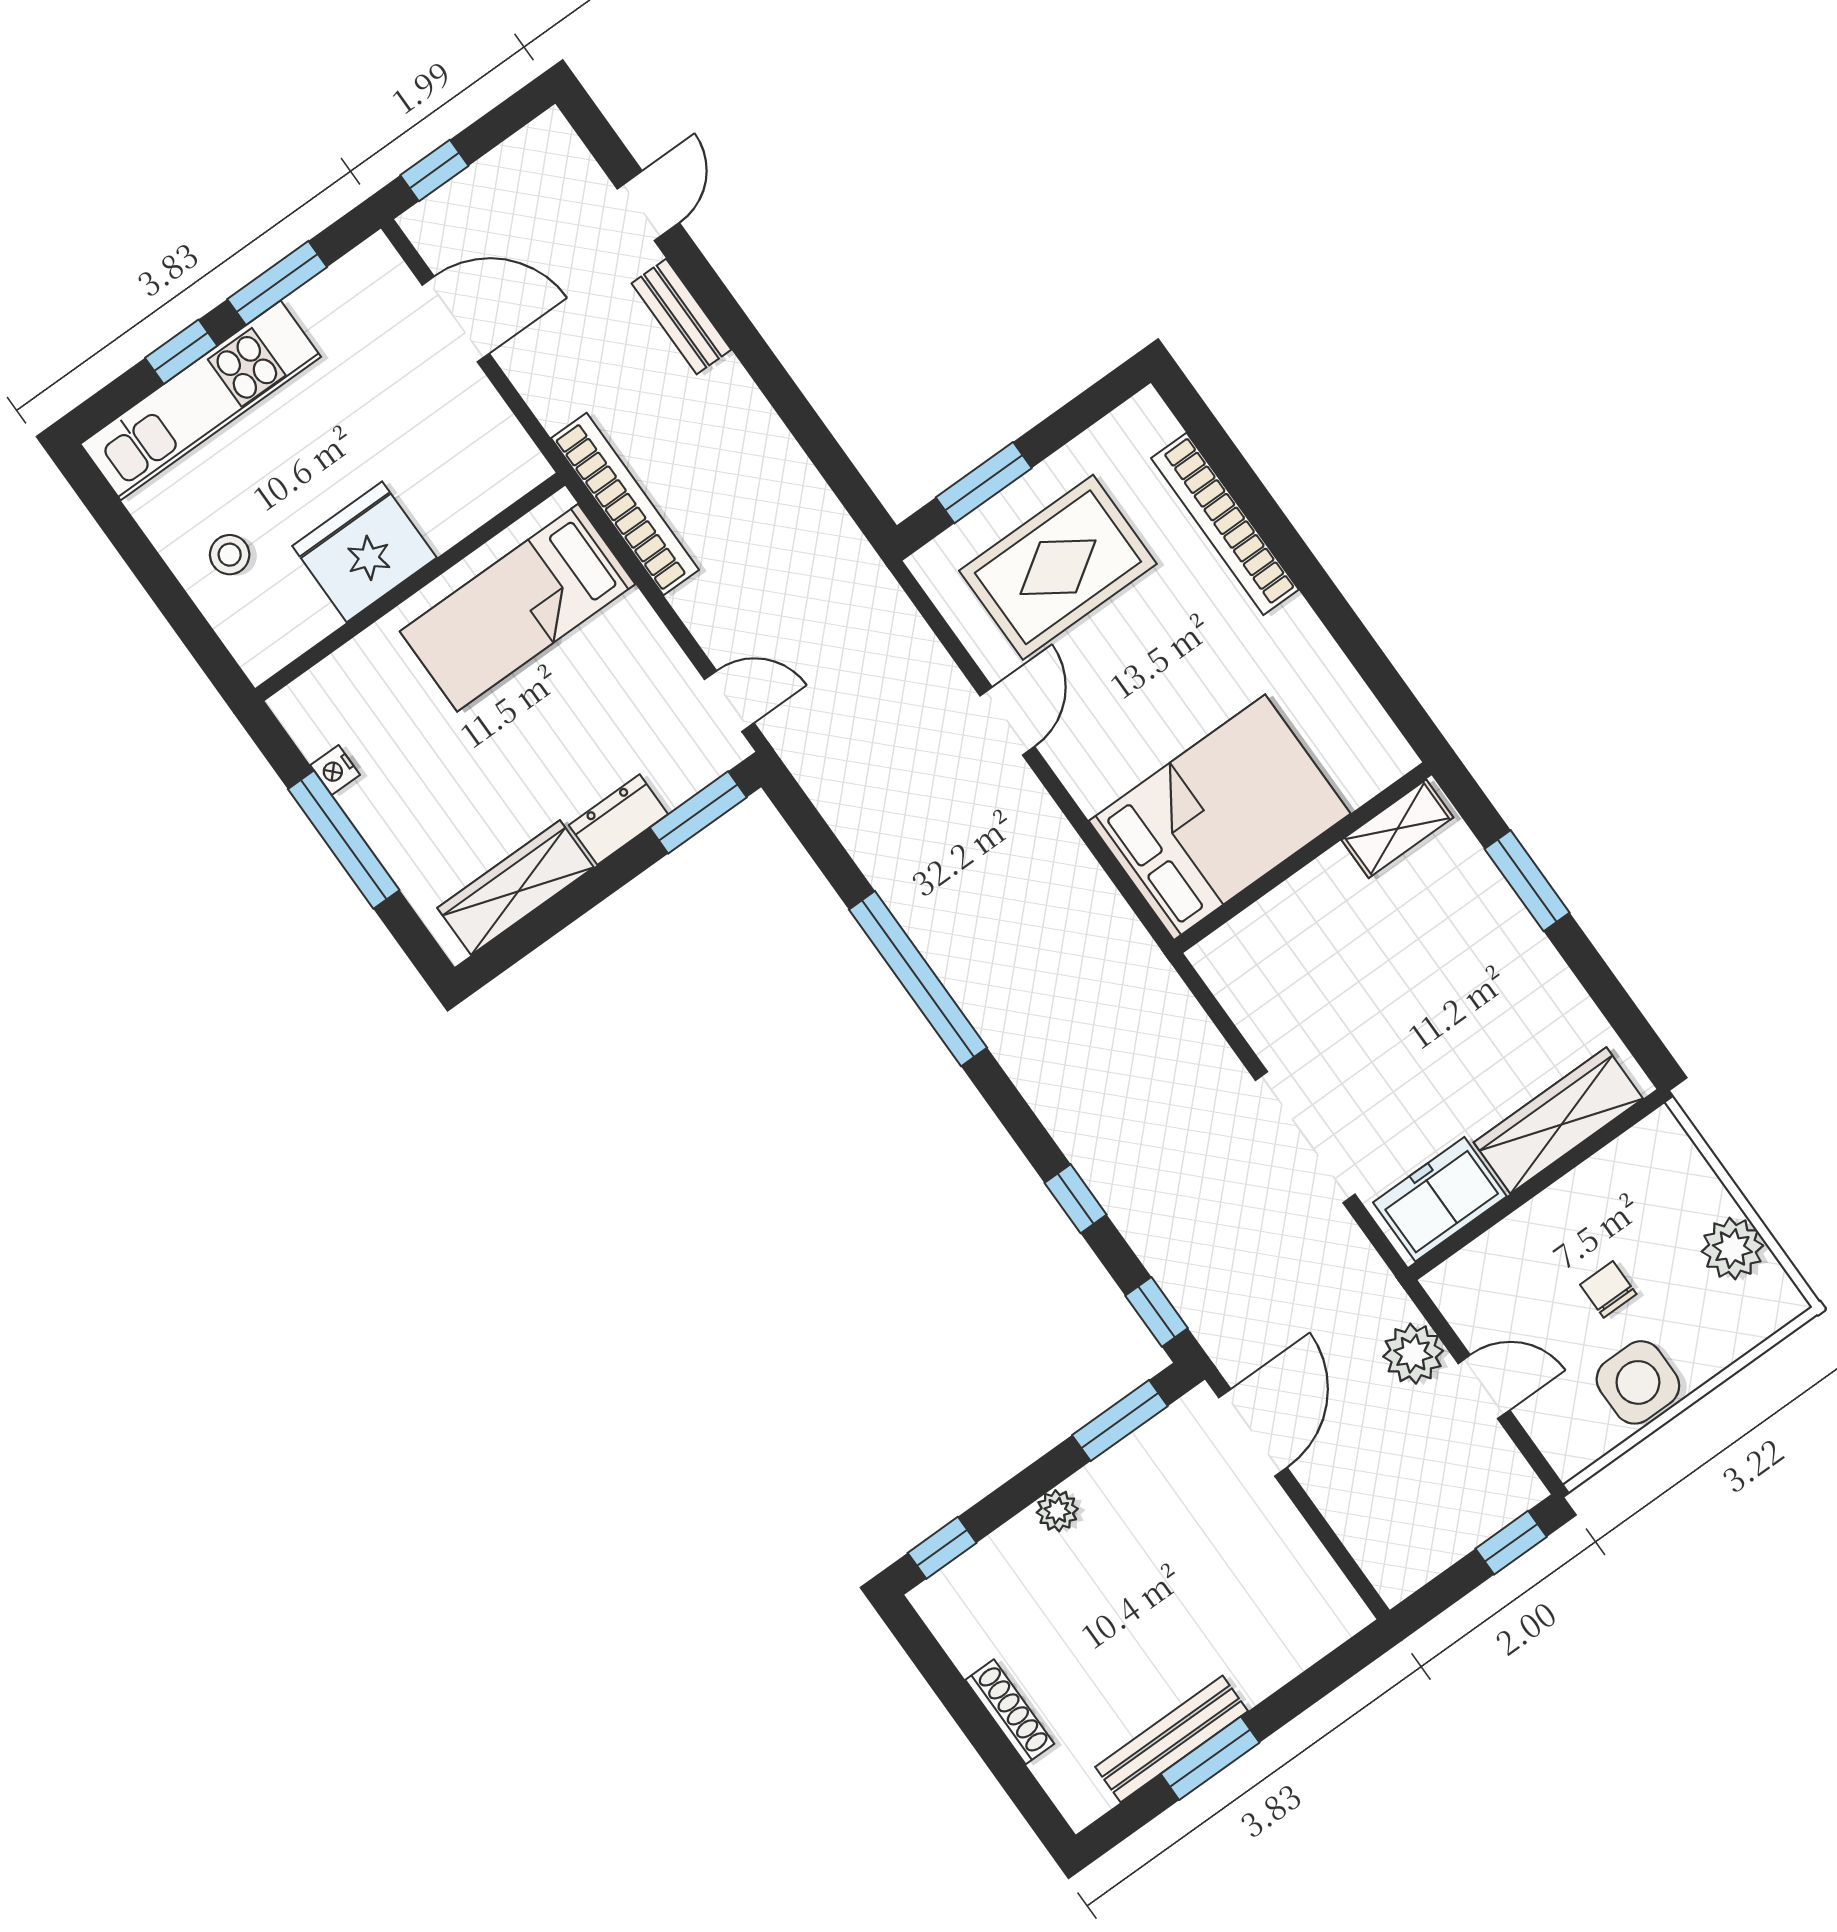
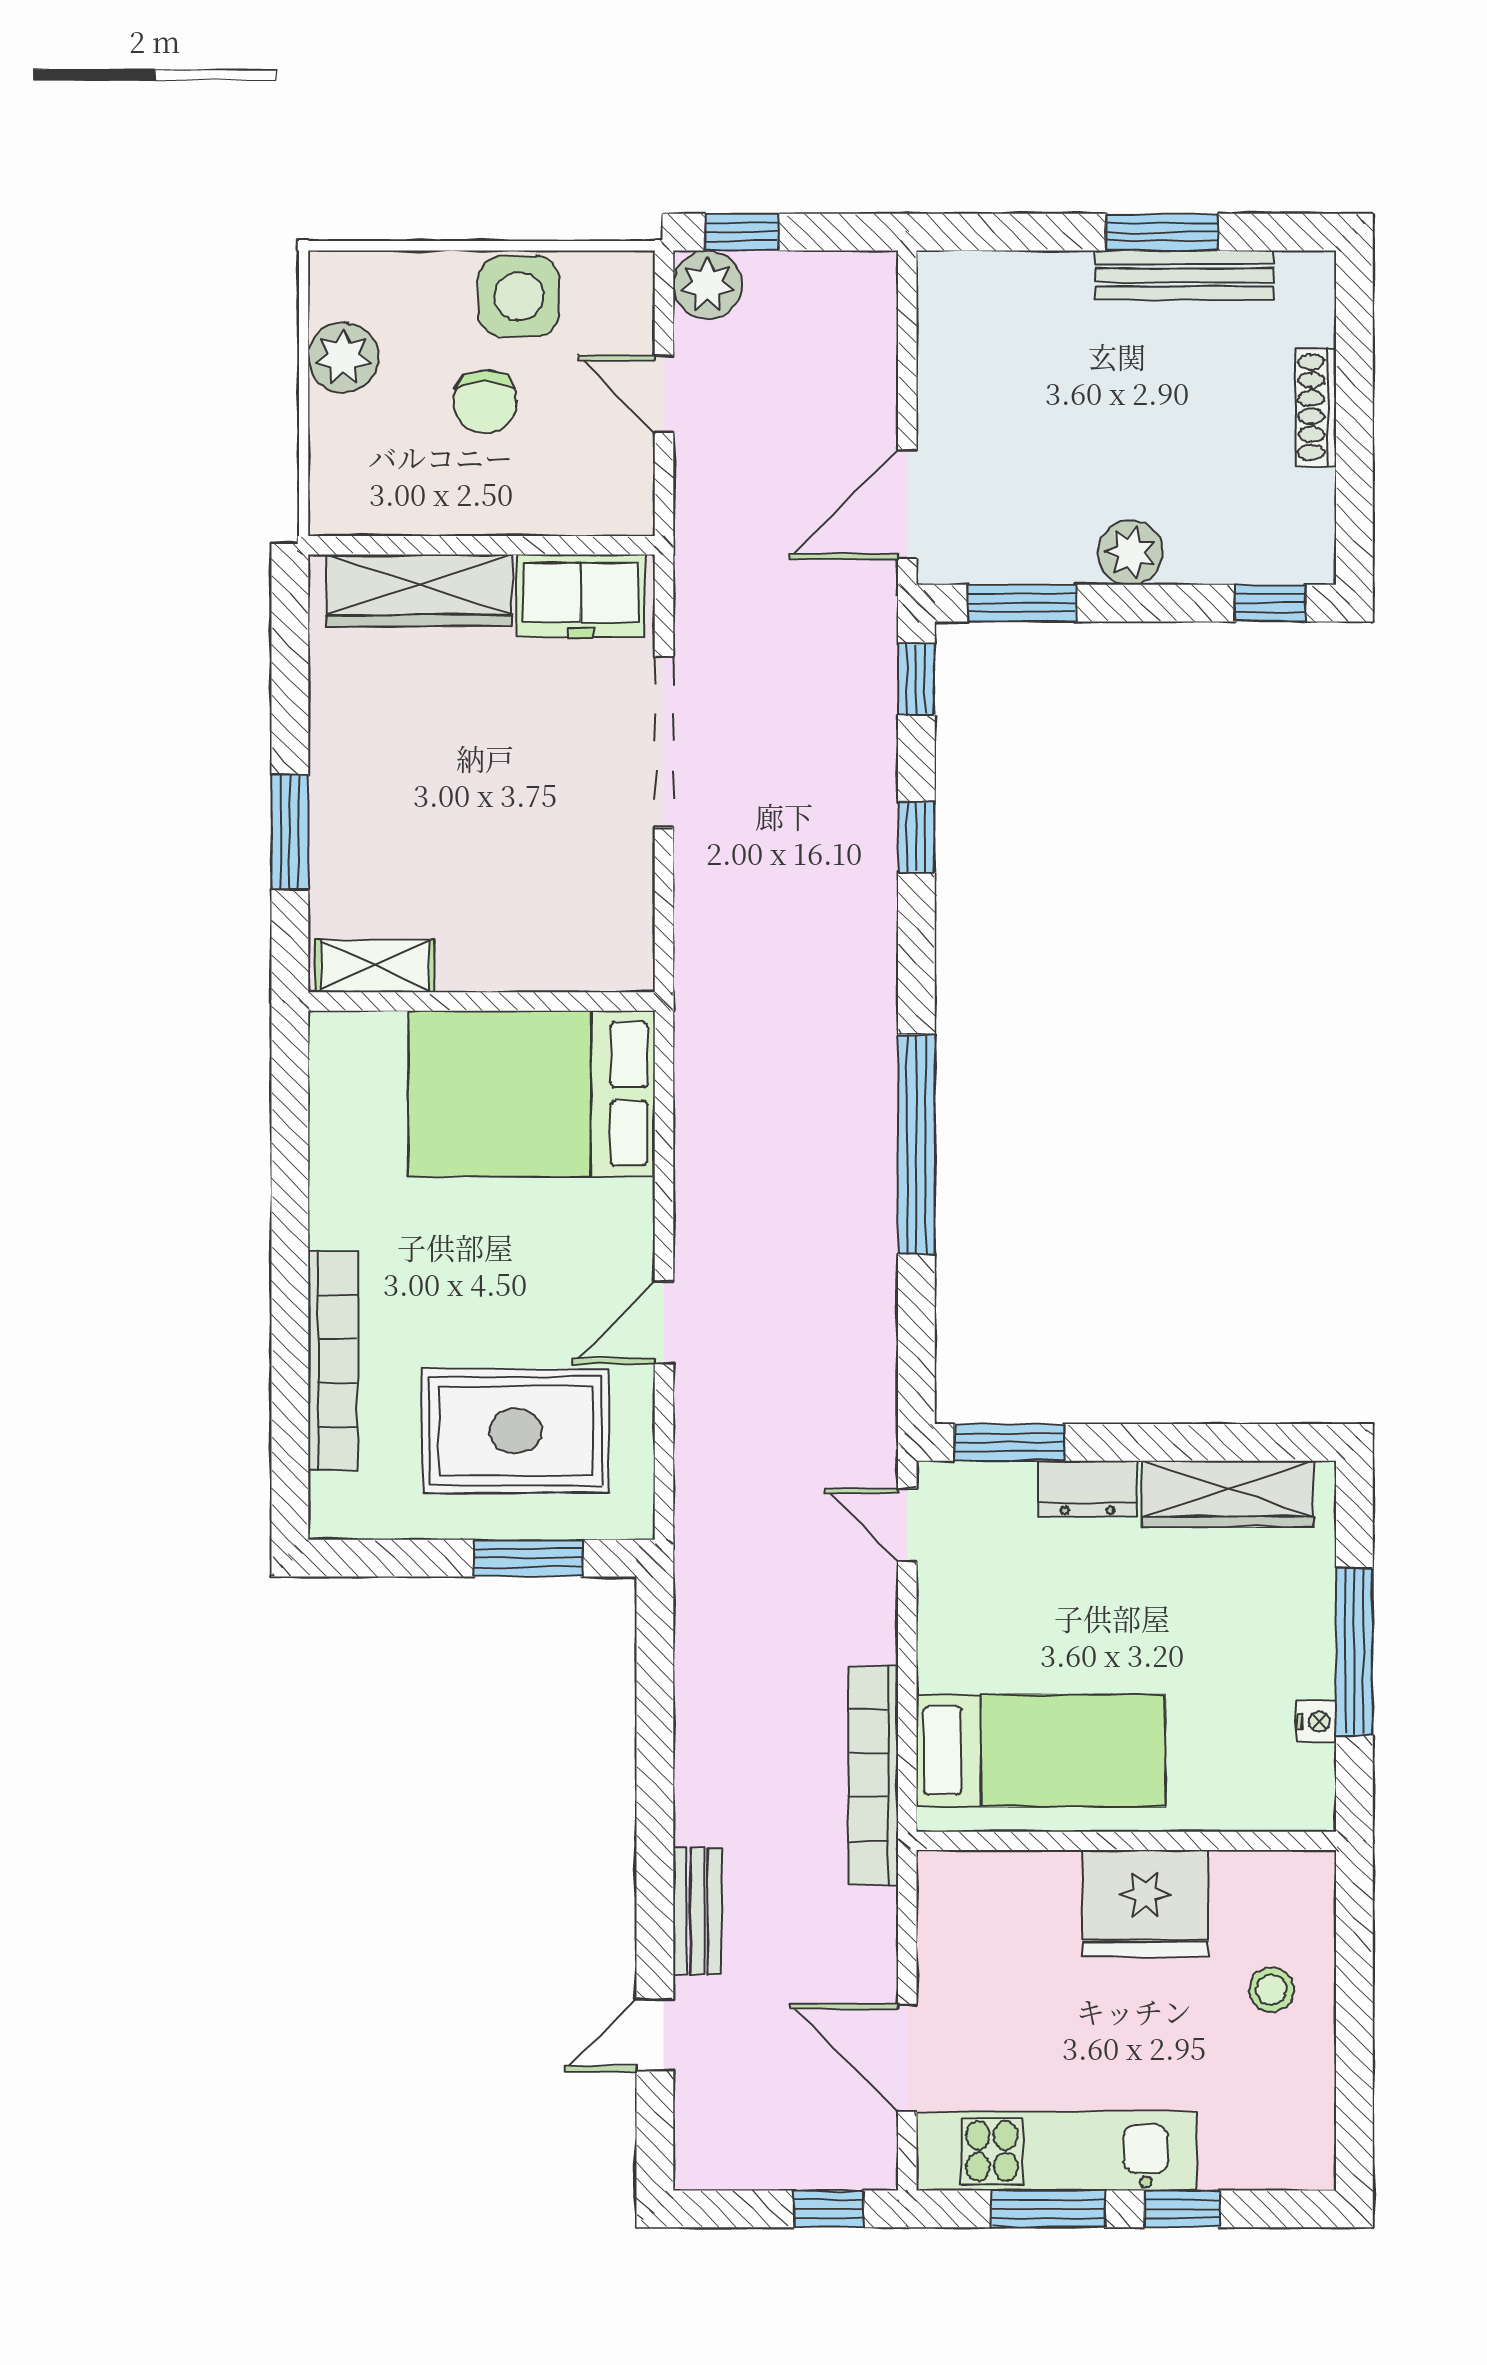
kitchen unit: (201, 400) -> (1056, 2151), moved
chair: (1608, 1289) -> (485, 402), width x1.37, depth x1.37
plant: (1413, 1354) -> (707, 285), moved
plant: (1057, 1511) -> (1130, 552), width x1.38, depth x1.38

